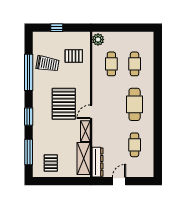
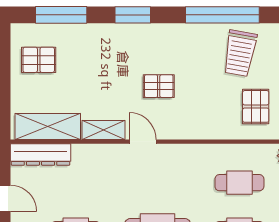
pallet: (64, 104) -> (159, 86), width x0.49, depth x0.50

